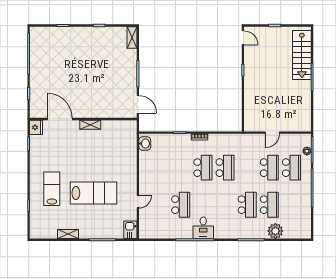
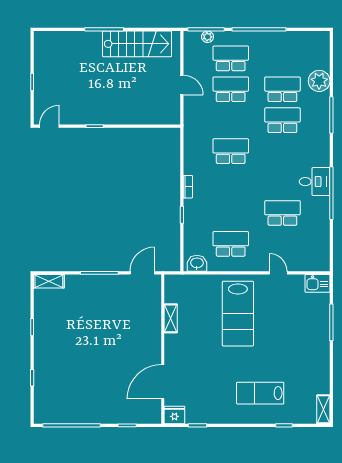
stairs: (302, 55) -> (137, 44), moved
shelving: (90, 125) -> (171, 318), moved
school desk: (203, 168) -> (231, 244), moved
lab bench: (93, 193) -> (238, 314), moved, turned 180
shelving: (68, 234) -> (323, 409), moved

